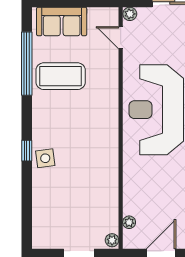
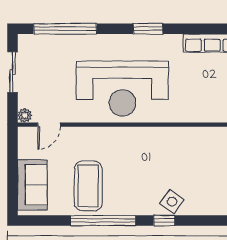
window: (27, 64) -> (103, 220), moved
side table: (45, 158) -> (172, 202), turned 45

